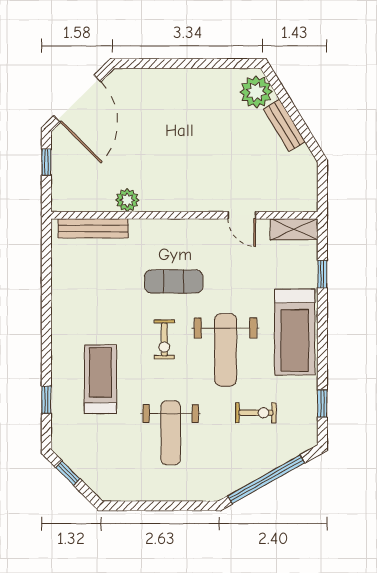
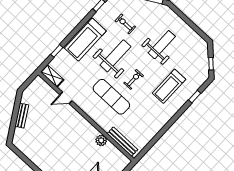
plant: (256, 92) -> (21, 137), removed
door: (242, 215) -> (66, 98), swing flipped
exercise mat: (174, 281) -> (111, 97), width x1.36, depth x1.45
treadmill: (295, 332) -> (85, 40), turned 180

